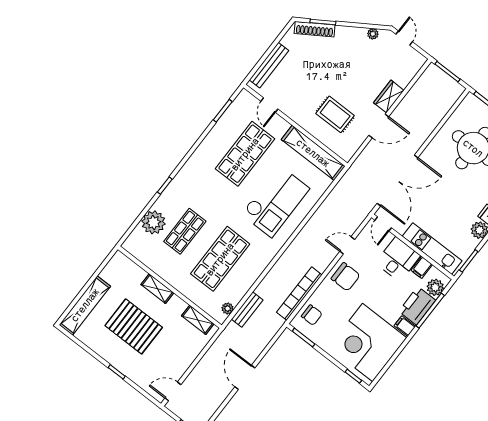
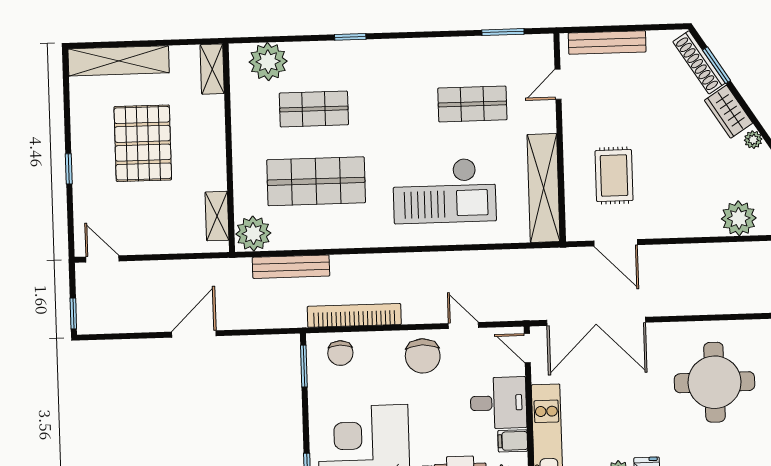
plant: (405, 72) -> (739, 218), added
wardrobe: (389, 97) -> (729, 112), moved, turned -123
door: (379, 126) -> (616, 243), moved
shop shelf: (245, 154) -> (472, 104), width x0.70, depth x0.74
plant: (154, 222) -> (268, 62), moved
door: (383, 224) -> (527, 348), hinge flipped
shelving: (157, 289) -> (212, 69), moved
plant: (228, 308) -> (253, 234), width x1.87, depth x1.87
bench: (247, 310) -> (291, 267), width x1.36

